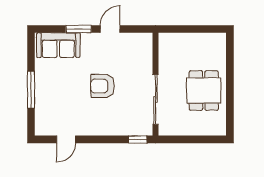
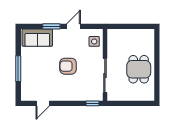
side table: (140, 51) -> (94, 41), added

